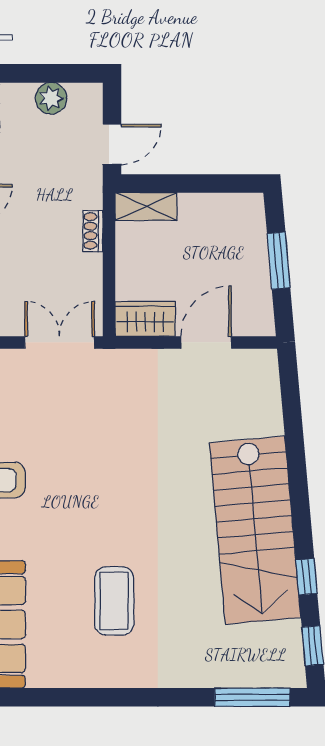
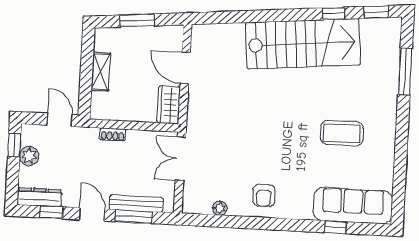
window: (67, 73) -> (14, 145), added
shelving: (146, 207) -> (101, 72), moved
window: (252, 697) -> (405, 71), moved

